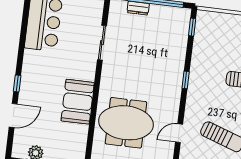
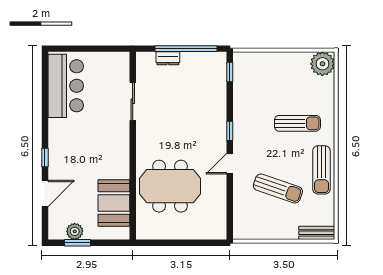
booth: (78, 102) -> (114, 203), moved
door: (179, 133) -> (230, 164), moved

